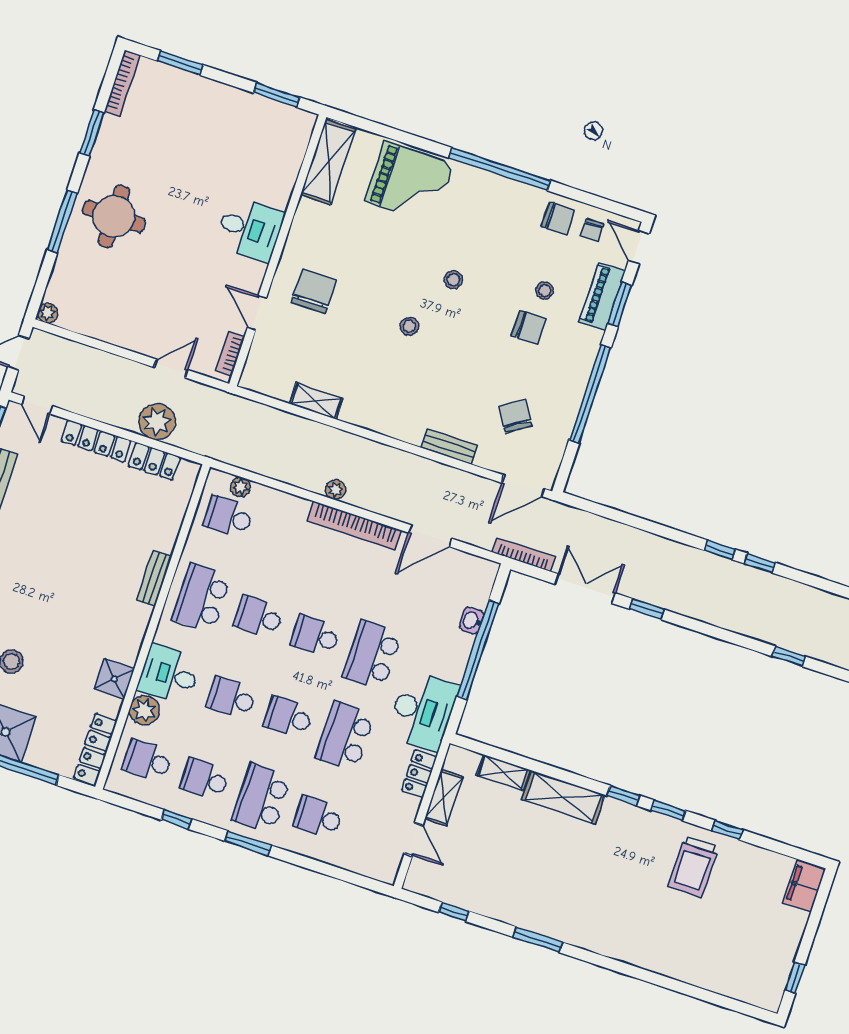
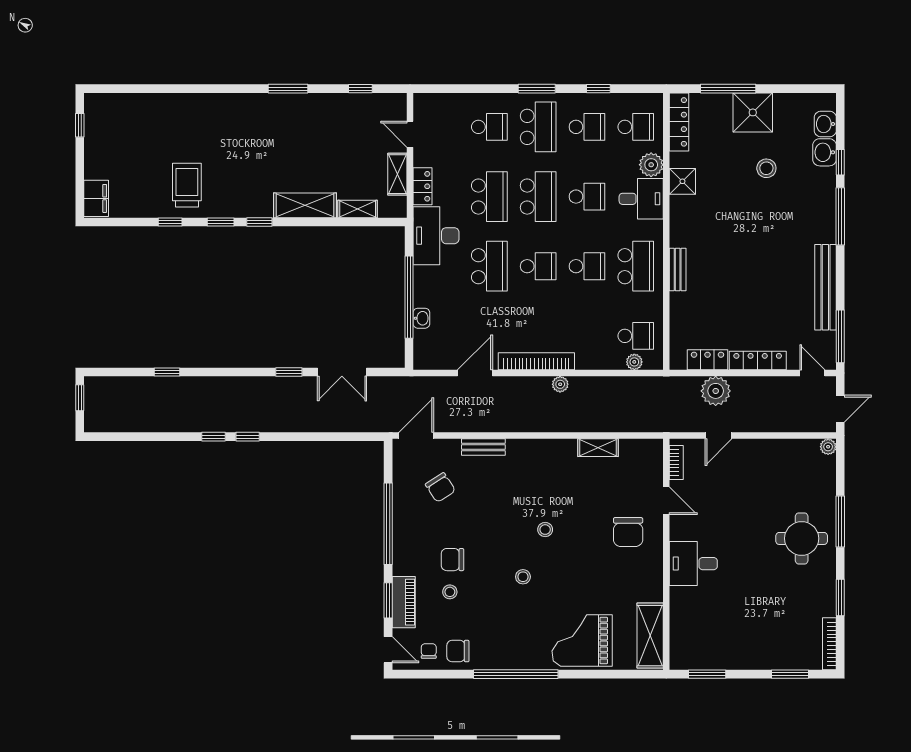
bookcase: (524, 555) -> (398, 383), removed
school desk: (288, 717) -> (538, 197), width x1.85

